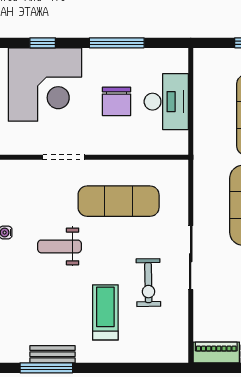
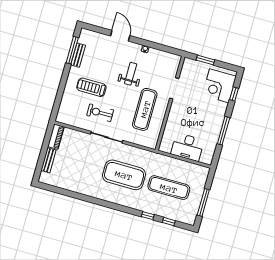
corner desk: (45, 84) -> (219, 86), width x0.74, depth x0.74
chair: (117, 101) -> (195, 122), removed
treadmill: (105, 312) -> (91, 87), turned 180

